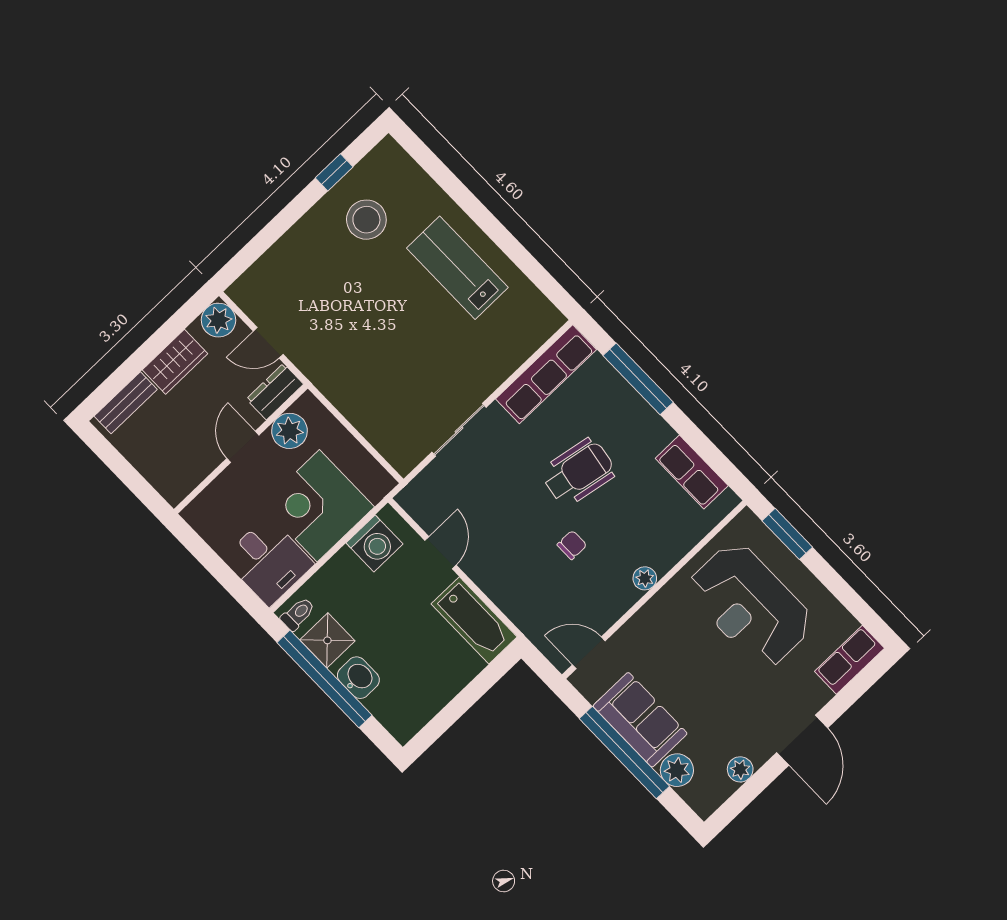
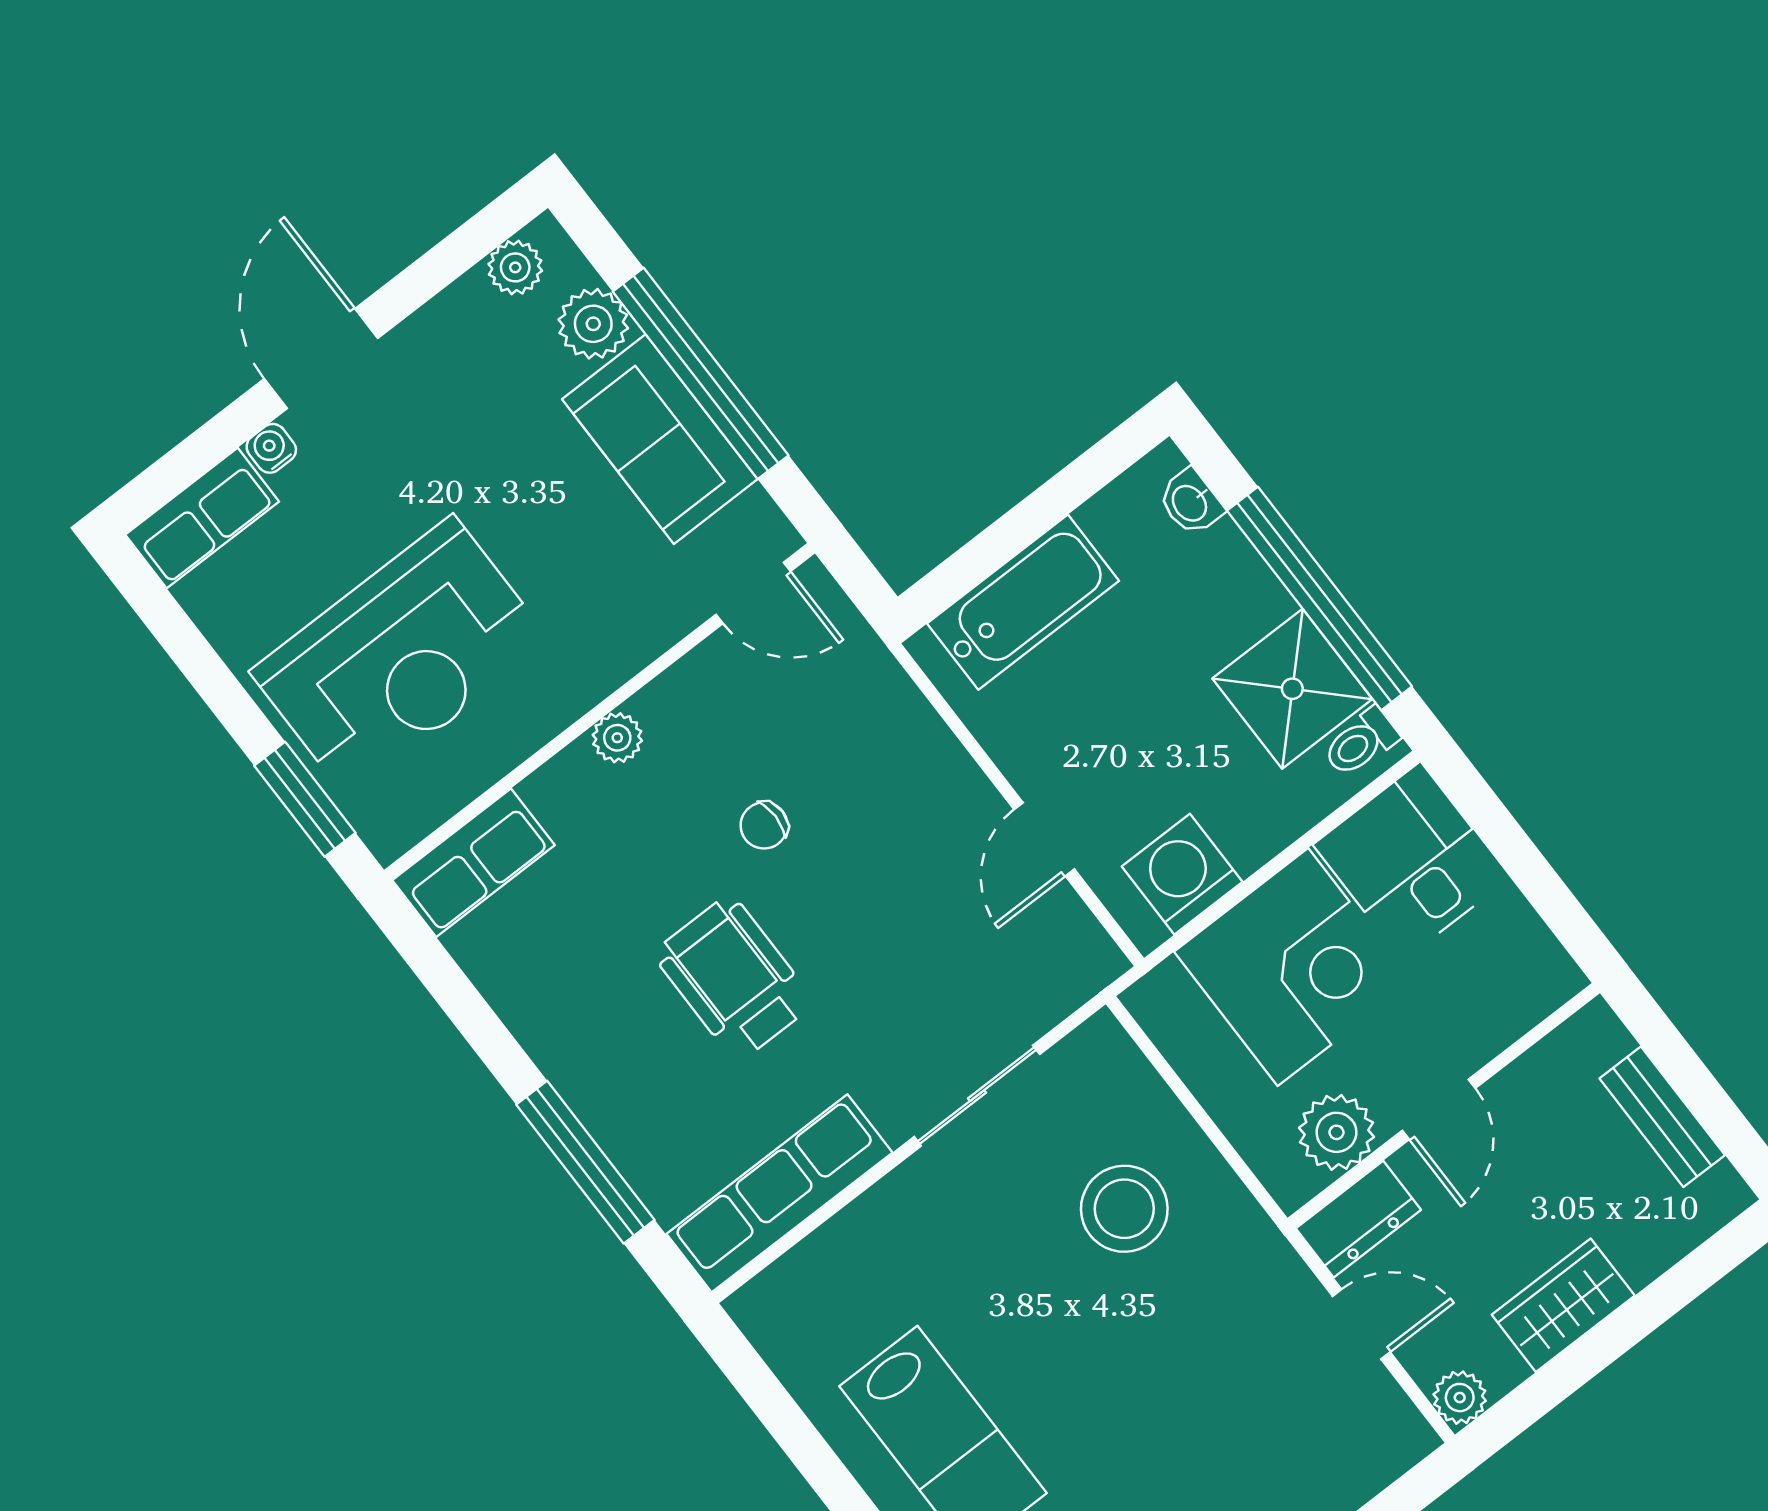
plant: (218, 320) -> (1460, 1398), width x0.73, depth x0.73
stool: (385, 384) -> (1124, 1209), added
bench: (126, 403) -> (1662, 1117), moved, turned 90
wheelchair: (578, 472) -> (734, 978), turned 80
row of seats: (692, 472) -> (474, 863), moved, turned 90
reception desk: (750, 605) -> (400, 657), turned 90
bathtub: (474, 620) -> (1023, 602), moved, turned 90
shower: (327, 640) -> (1292, 689), width x1.36, depth x1.36
washbasin: (358, 678) -> (1191, 502), moved, width x0.72, depth x0.69
water cooler: (821, 696) -> (271, 448), added
plant: (740, 769) -> (515, 267), moved

